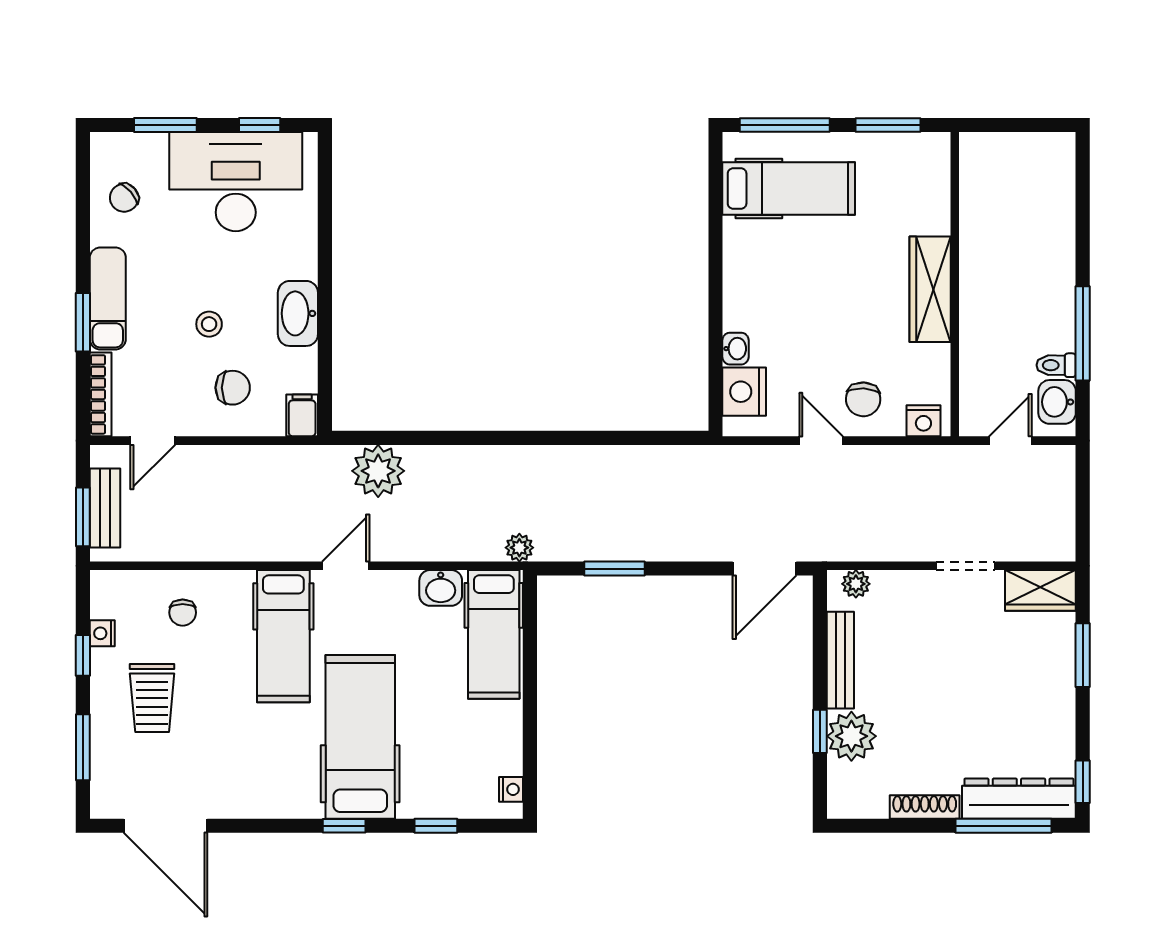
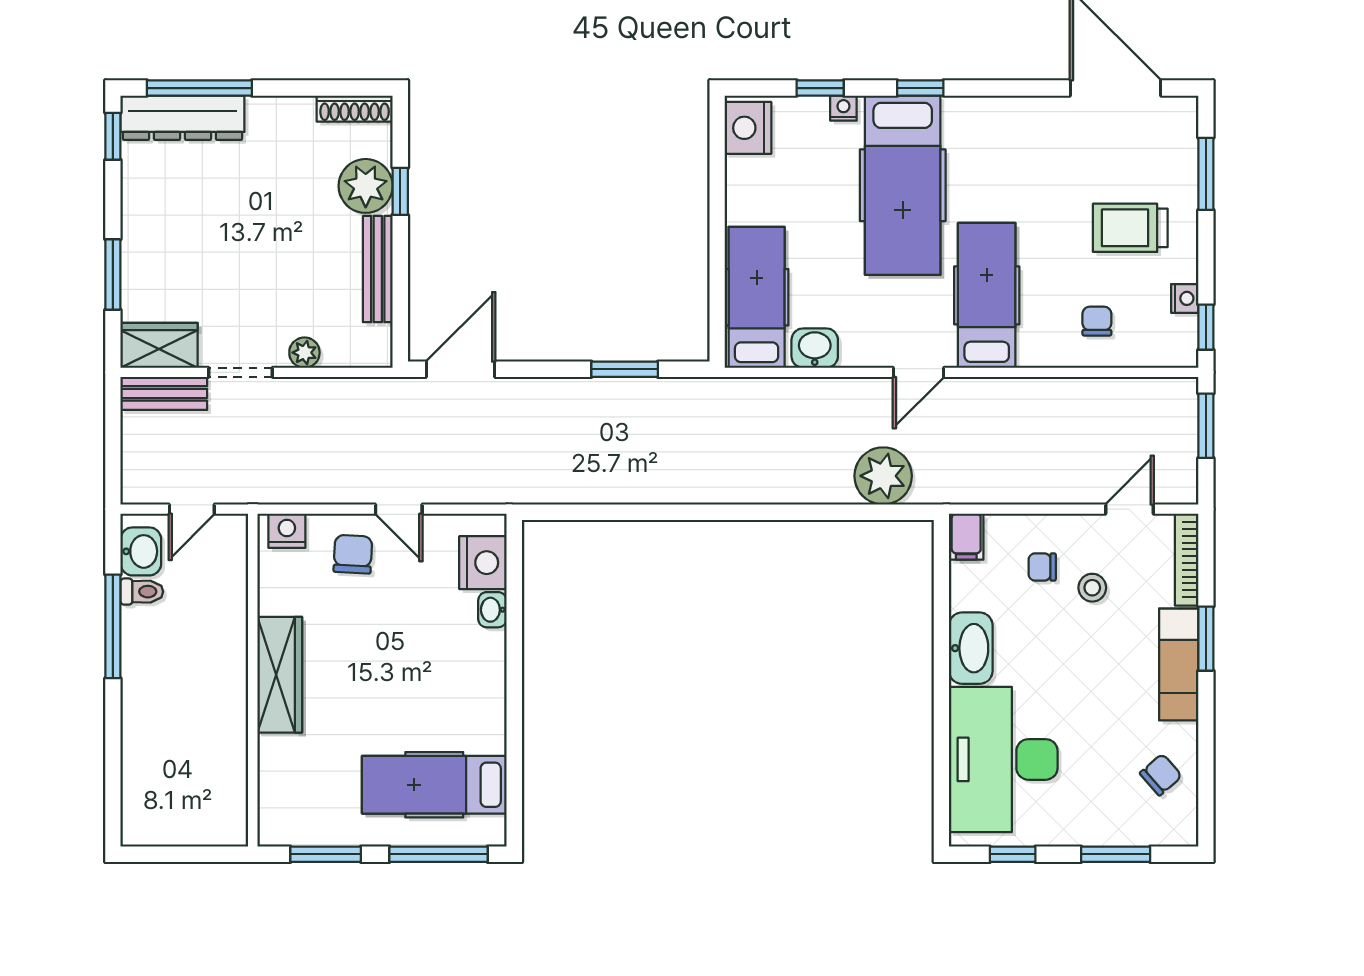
desk: (236, 182) -> (1003, 759), moved, turned 90
stool: (209, 324) -> (1092, 588), moved
chair: (233, 388) -> (1042, 567), width x0.73, depth x0.73
bench: (105, 508) -> (164, 393), moved, turned 90
plant: (519, 548) -> (729, 392), removed
plant: (856, 584) -> (304, 353), moved
window: (83, 655) -> (1206, 327), moved
trolley: (152, 698) -> (1130, 228), turned -90
nightstand: (511, 789) -> (748, 128), width x1.89, depth x1.79
nightstand: (414, 807) -> (843, 108), added
shoe rack: (925, 807) -> (355, 109), moved

